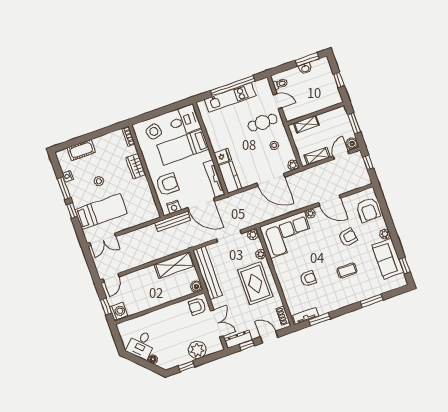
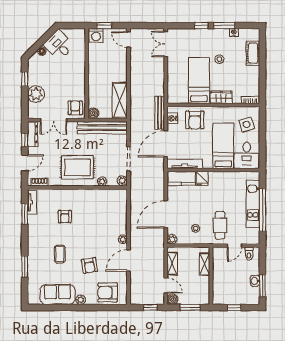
bed: (101, 211) -> (199, 81), moved, turned 180
corner sofa: (287, 235) -> (111, 211), removed
window: (405, 266) -> (46, 307), removed

